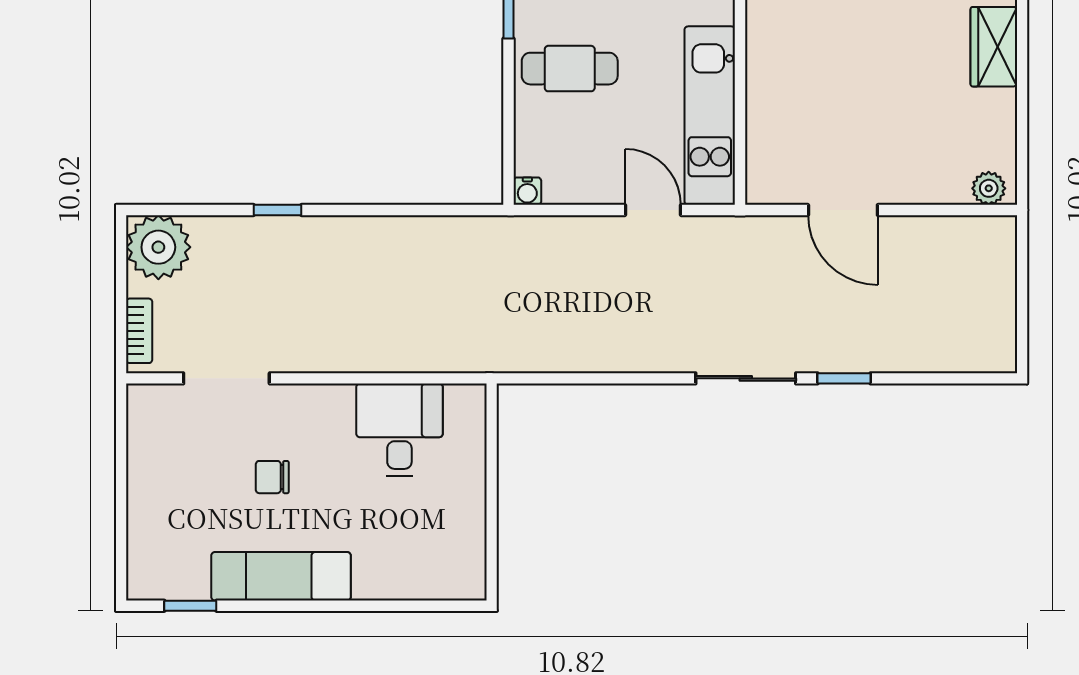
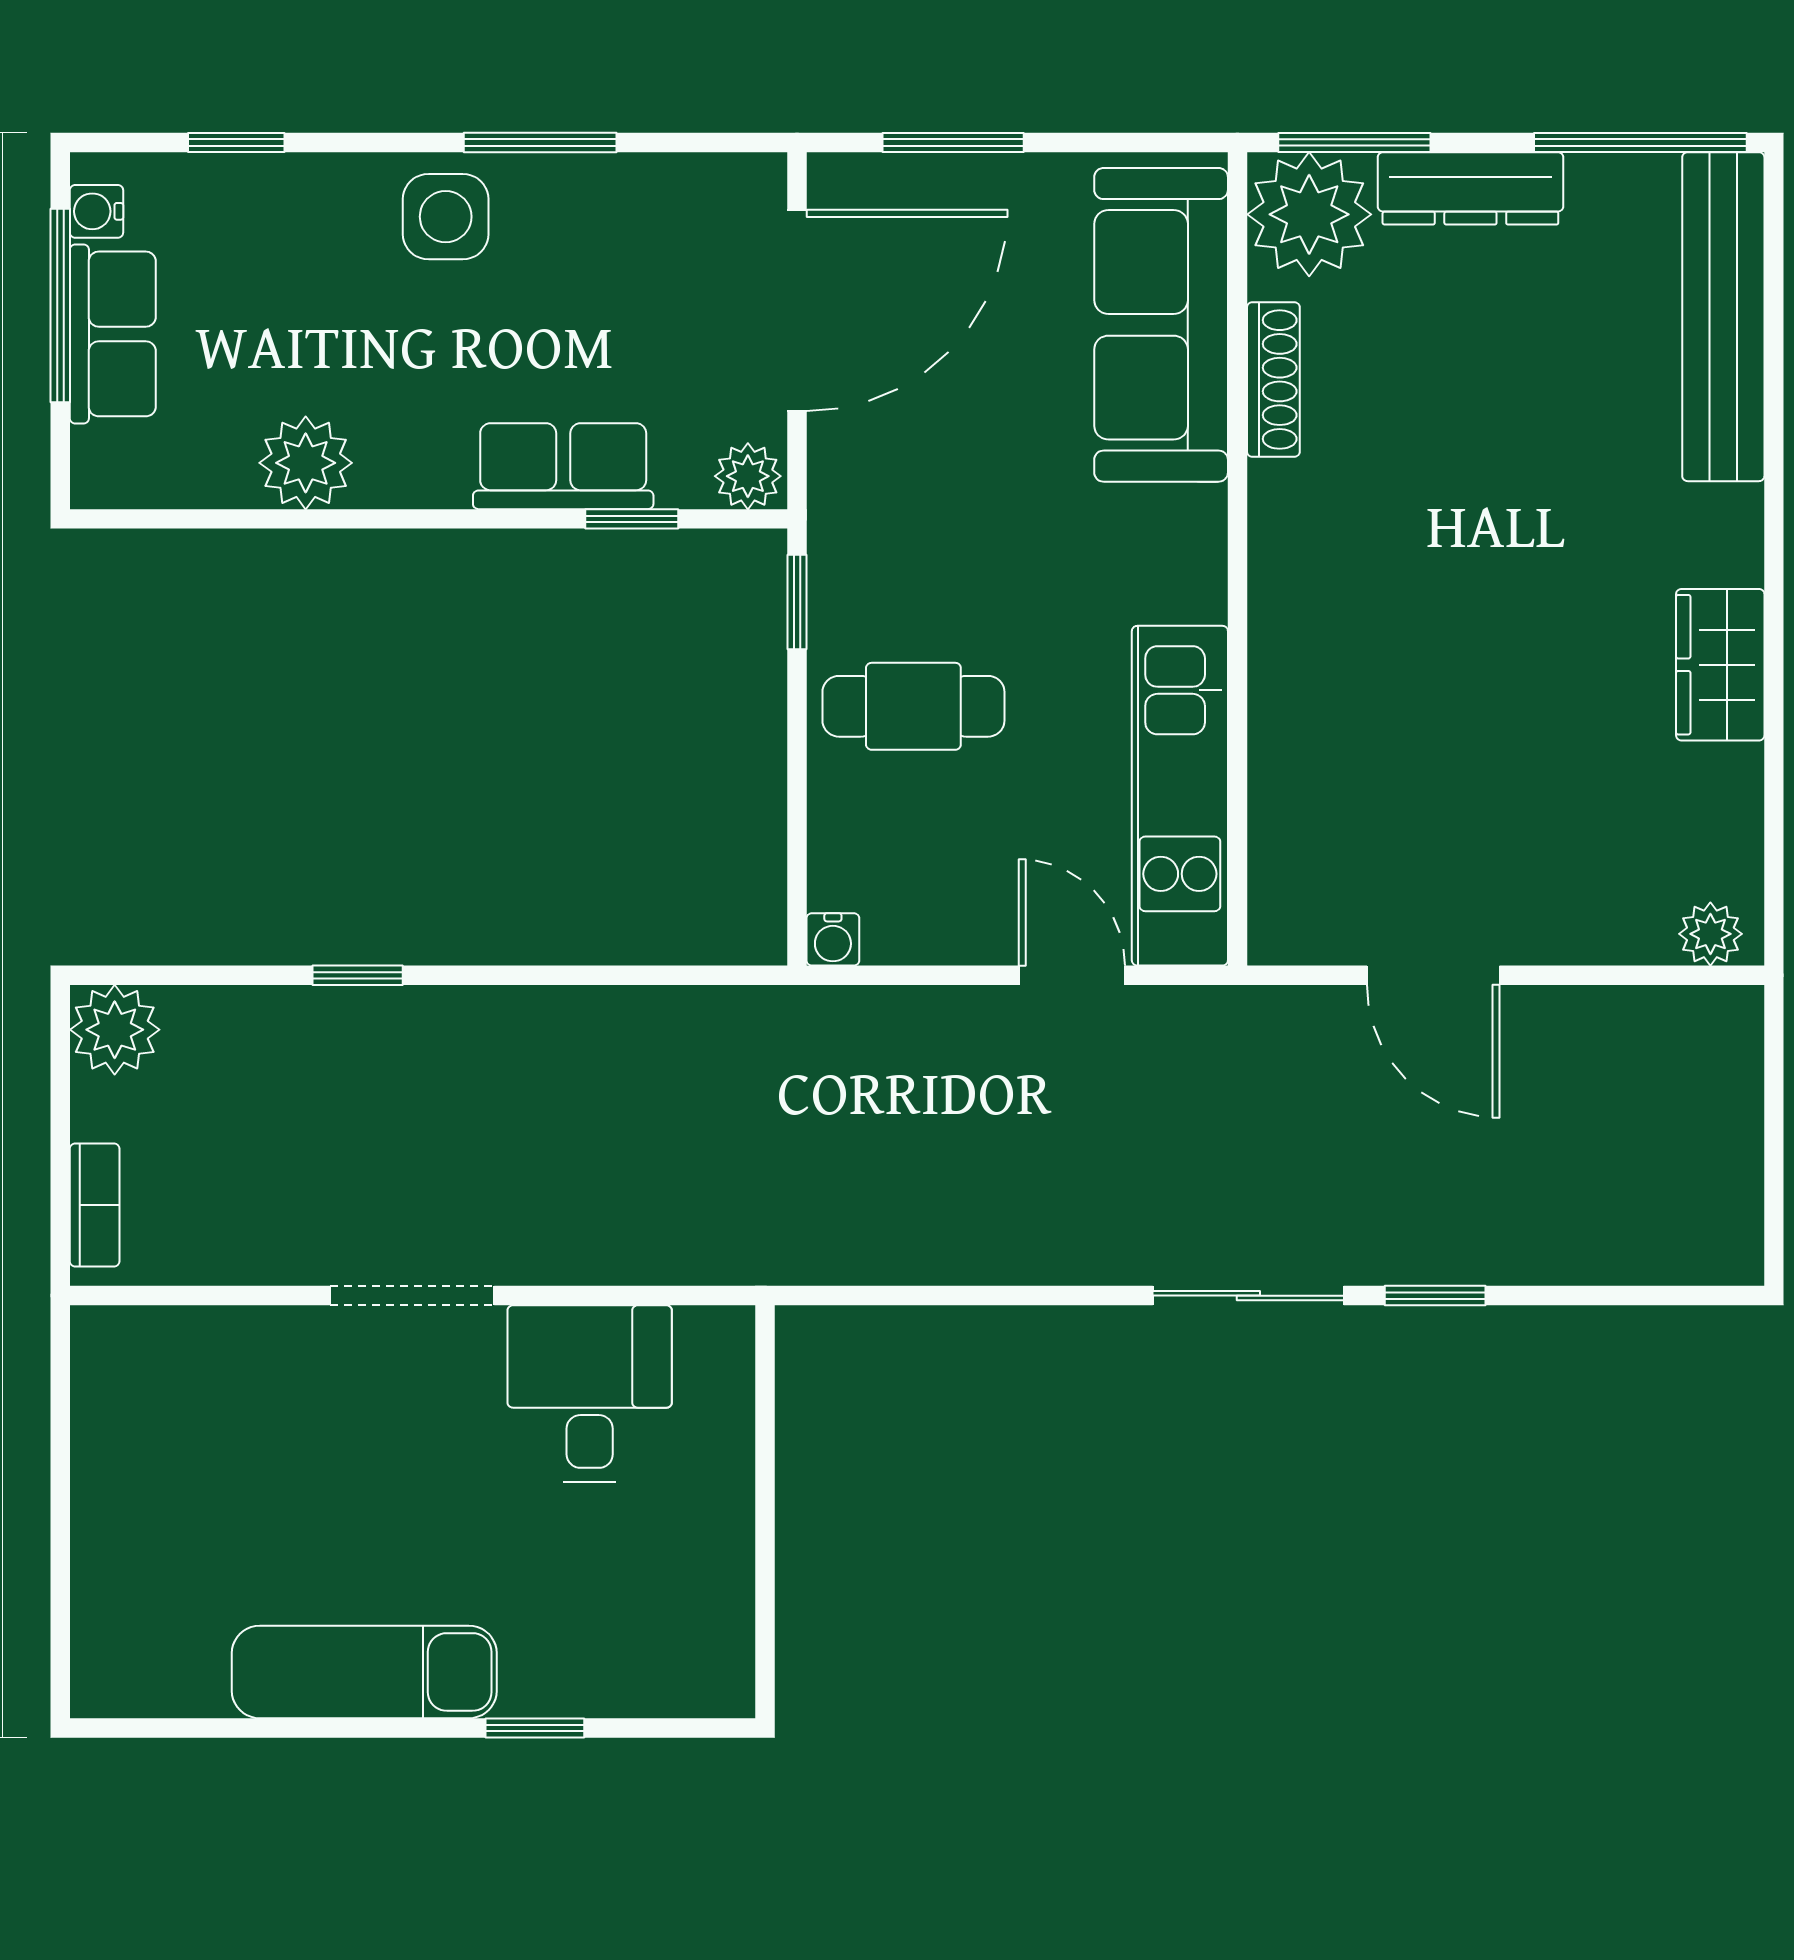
plant: (158, 247) -> (115, 1030), width x0.73, depth x0.73
doorway: (226, 378) -> (412, 1296), moved
chair: (272, 477) -> (348, 1483), removed
window: (190, 606) -> (535, 1728), moved

